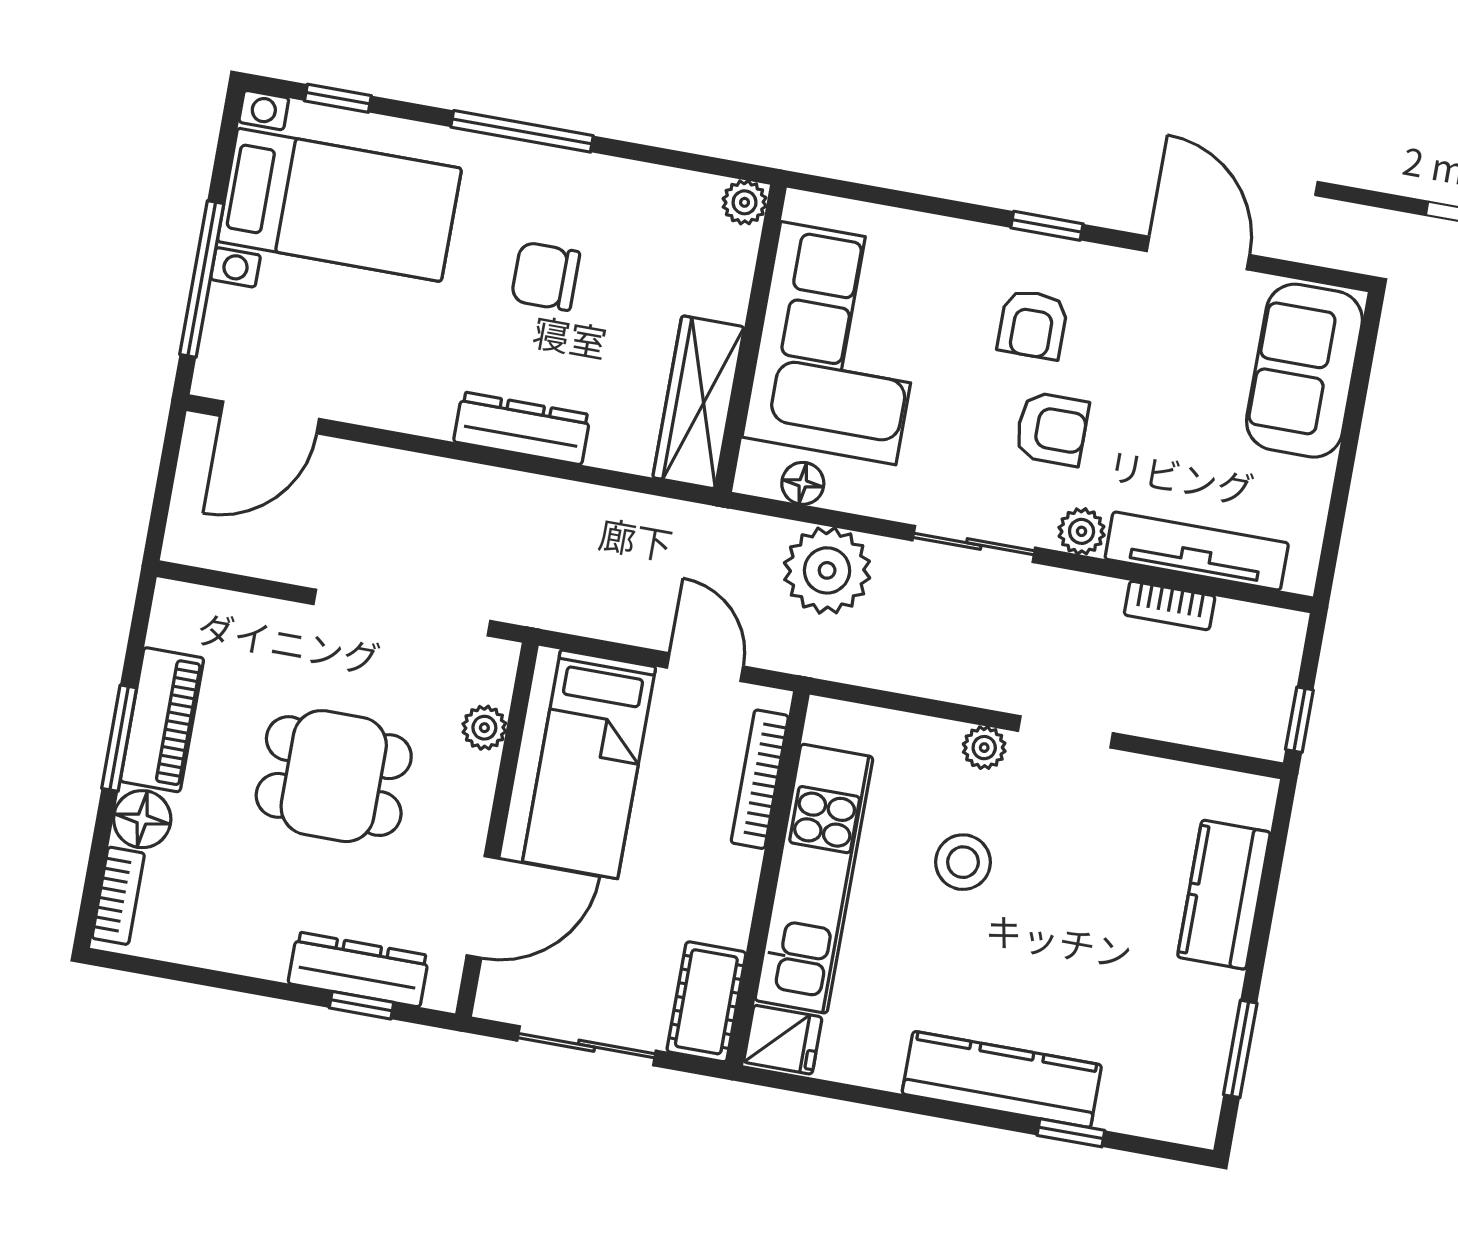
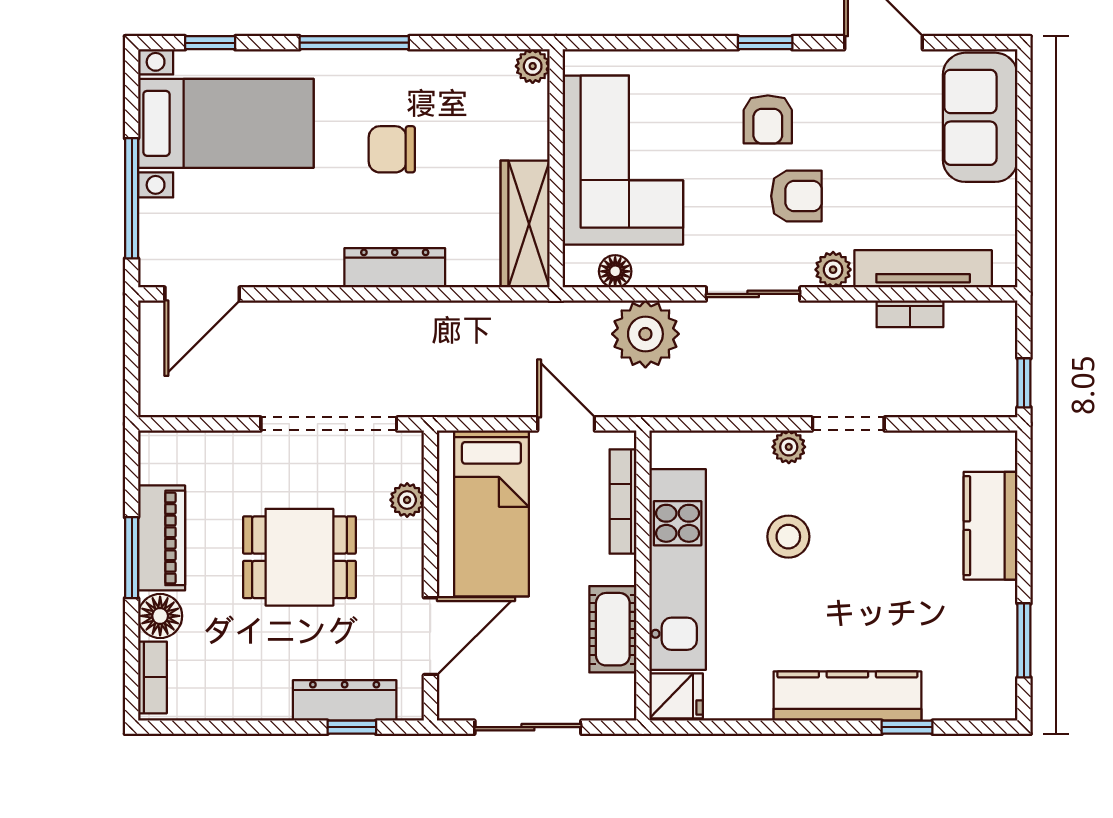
cot: (706, 1002) -> (613, 629), moved

